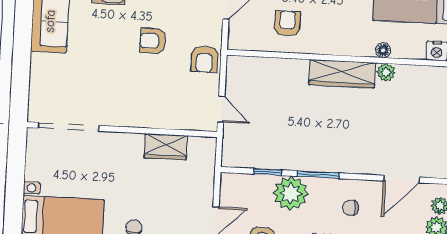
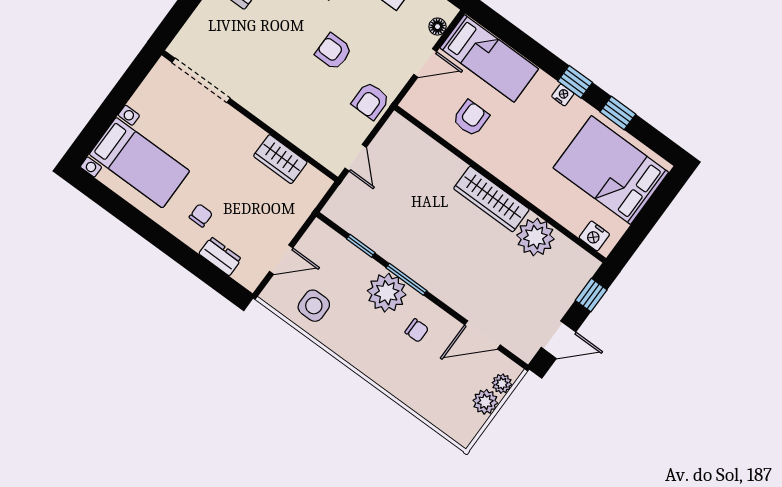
floor lamp: (383, 50) -> (544, 202), removed
plant: (386, 72) -> (535, 237), width x1.87, depth x1.87
plant: (291, 193) -> (387, 293), moved
chair: (351, 208) -> (417, 330), turned 180

